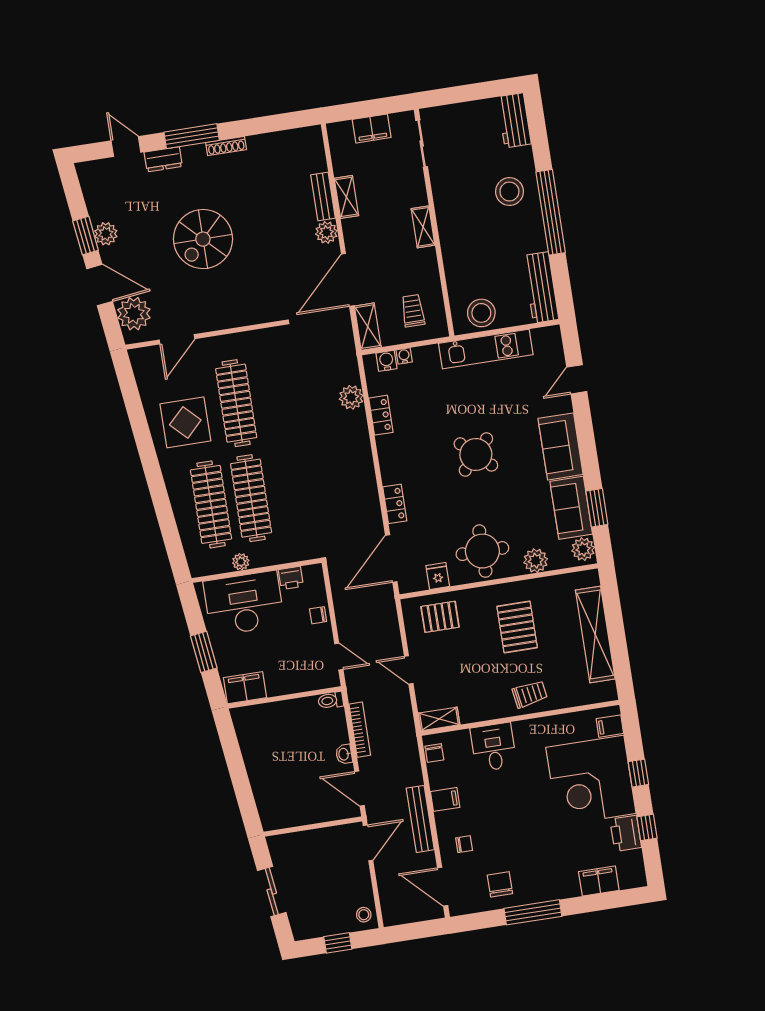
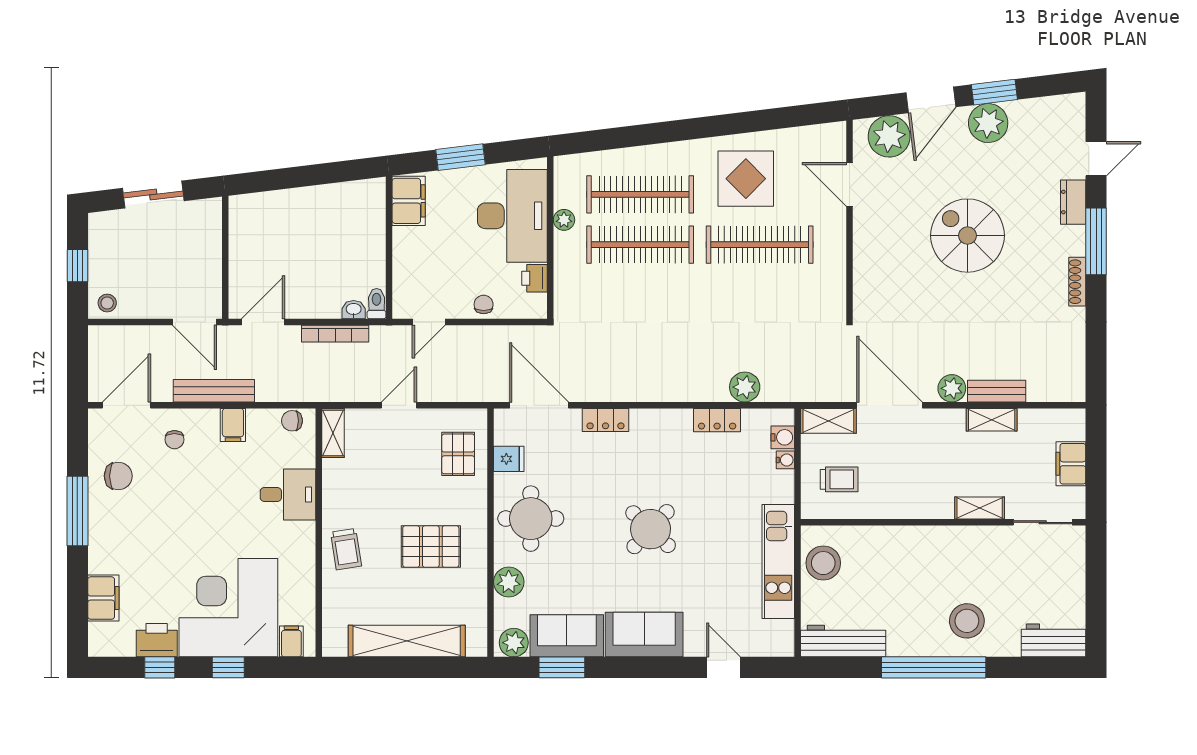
shelving: (423, 227) -> (980, 508), moved
plant: (106, 234) -> (988, 123), width x1.36, depth x1.36
washbasin: (344, 754) -> (354, 310), moved

